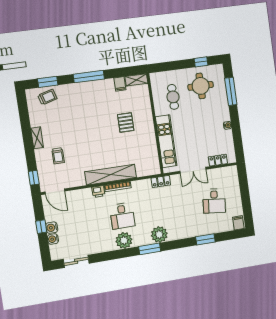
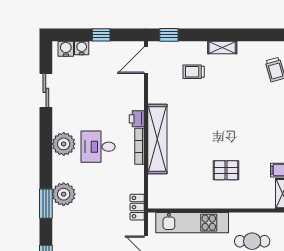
water cooler: (52, 228) -> (66, 49), moved
window: (150, 249) -> (46, 204), moved
sliding door: (76, 261) -> (46, 90), moved

